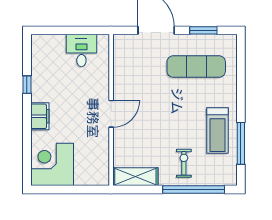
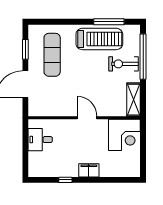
treadmill: (218, 130) -> (99, 39), width x1.37, depth x1.38
exercise bike: (184, 163) -> (124, 64), width x1.38, depth x1.39
corner desk: (52, 164) -> (124, 135), moved, turned -90

